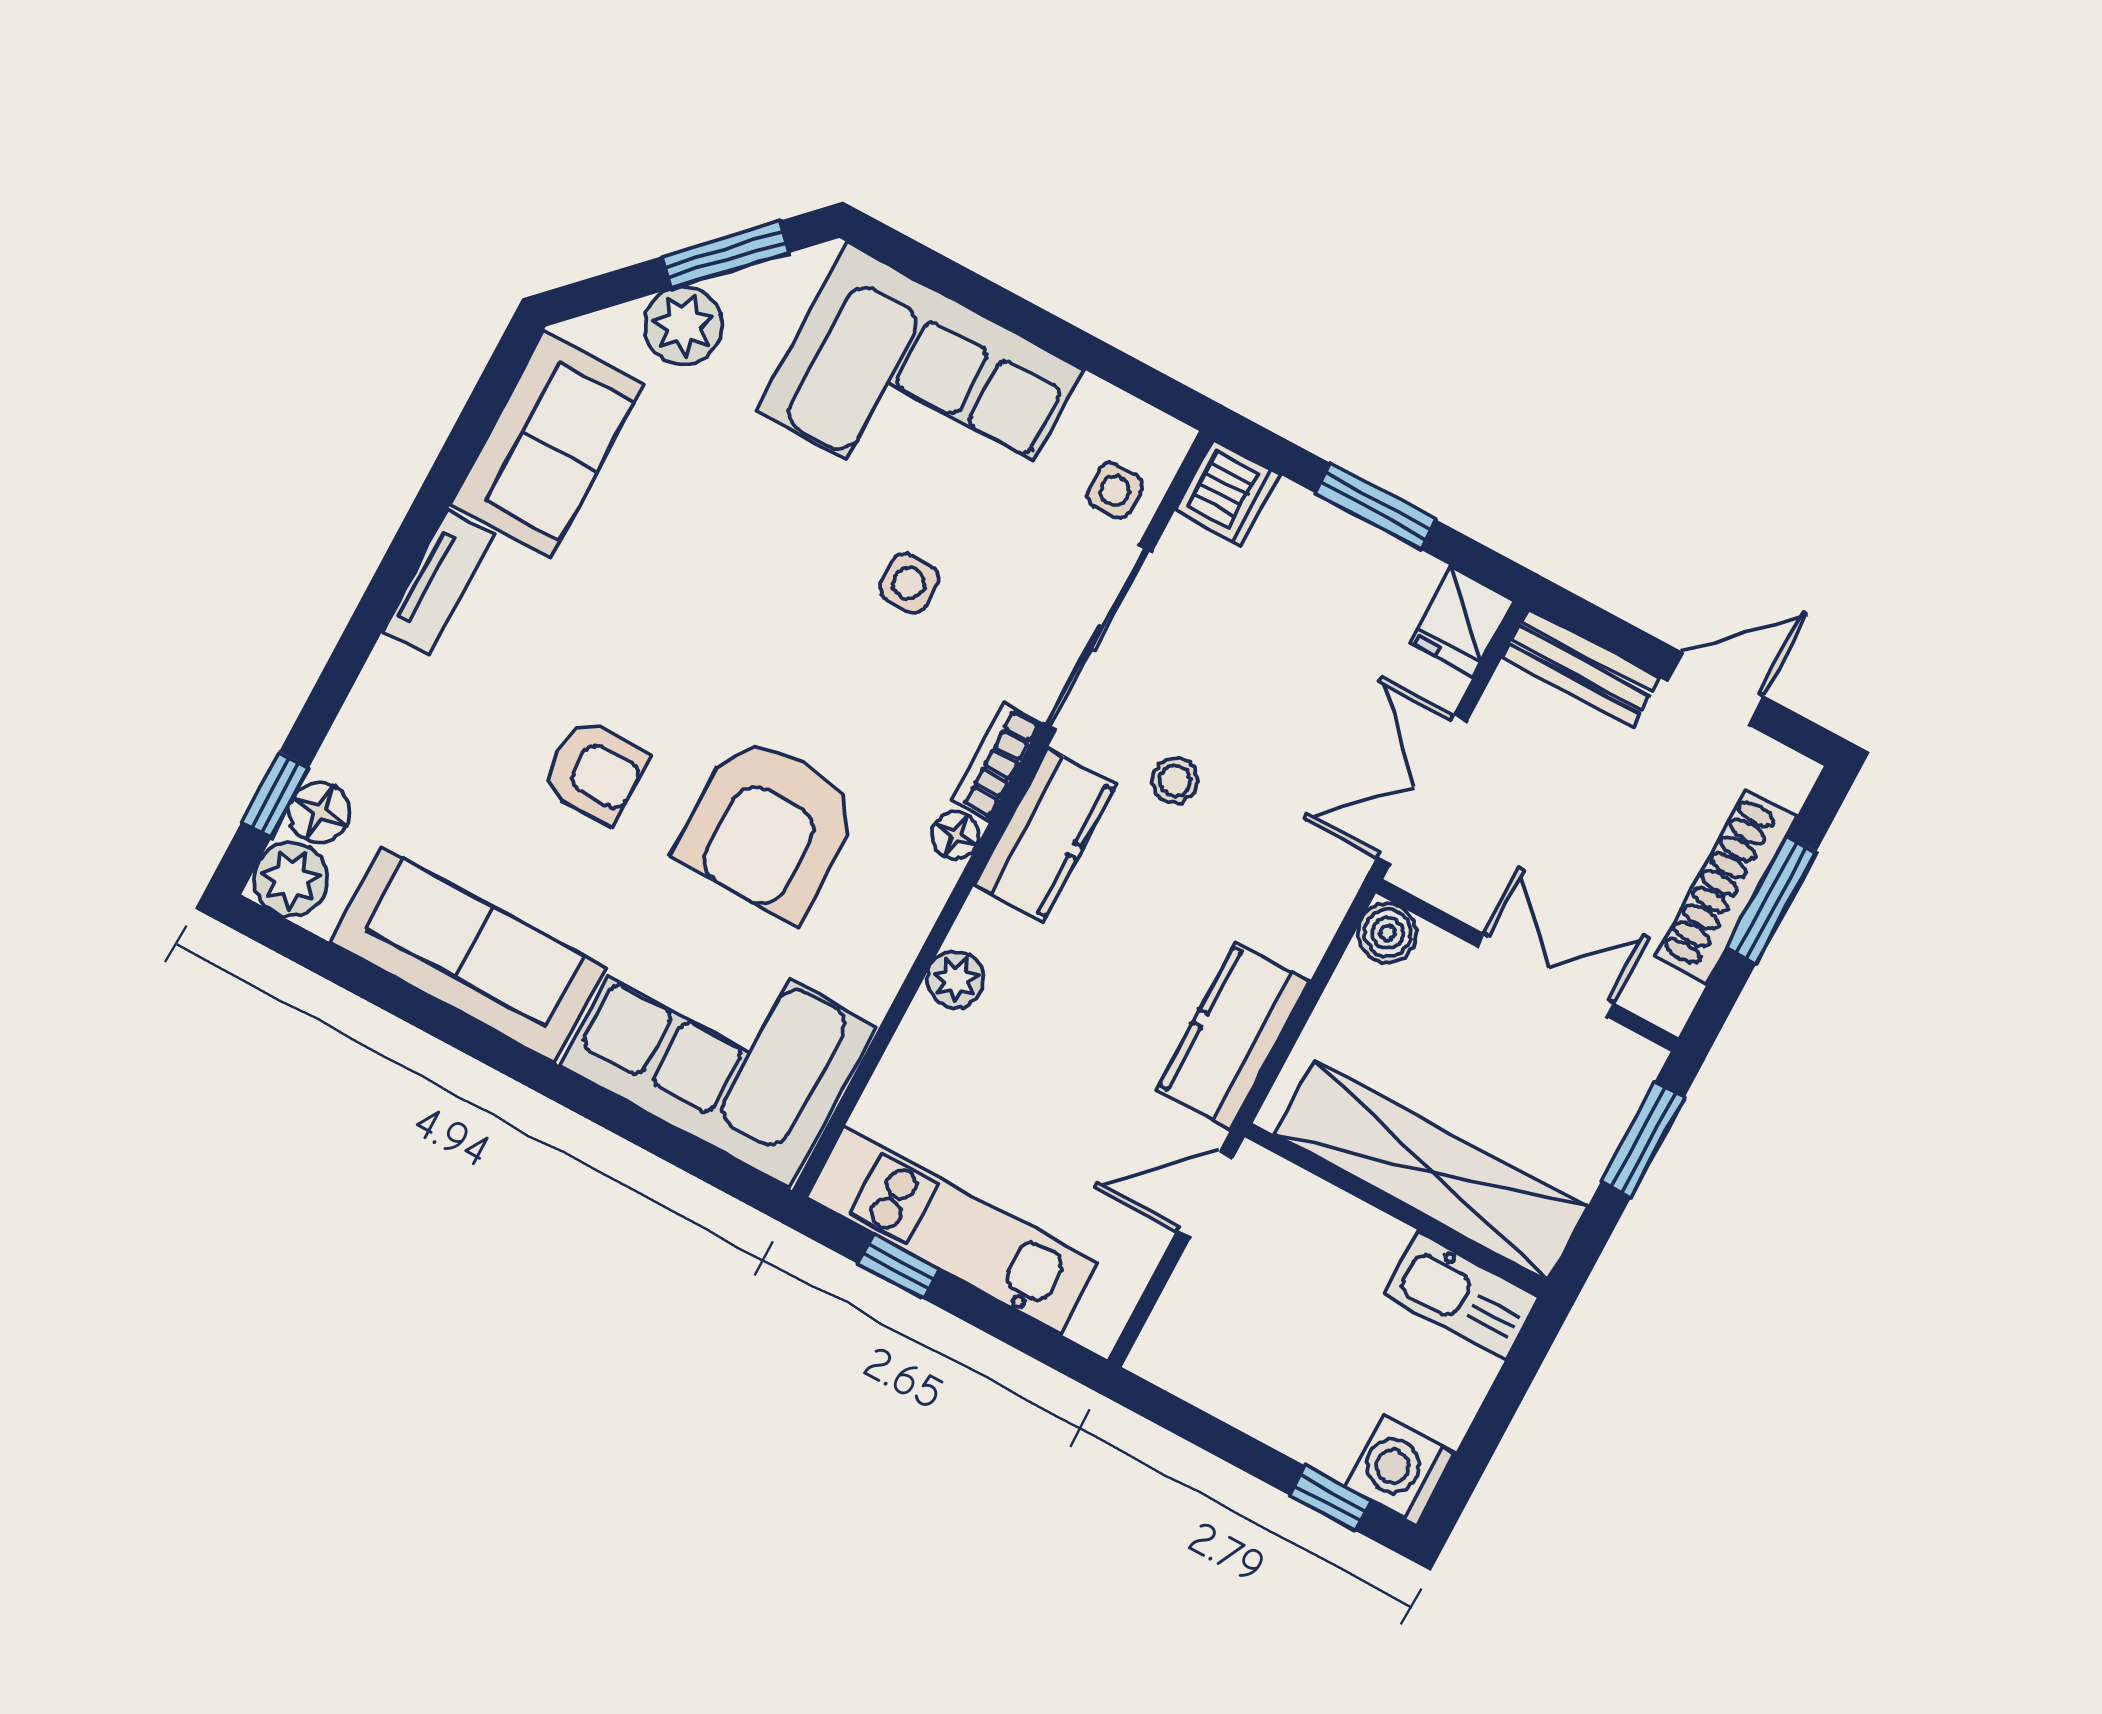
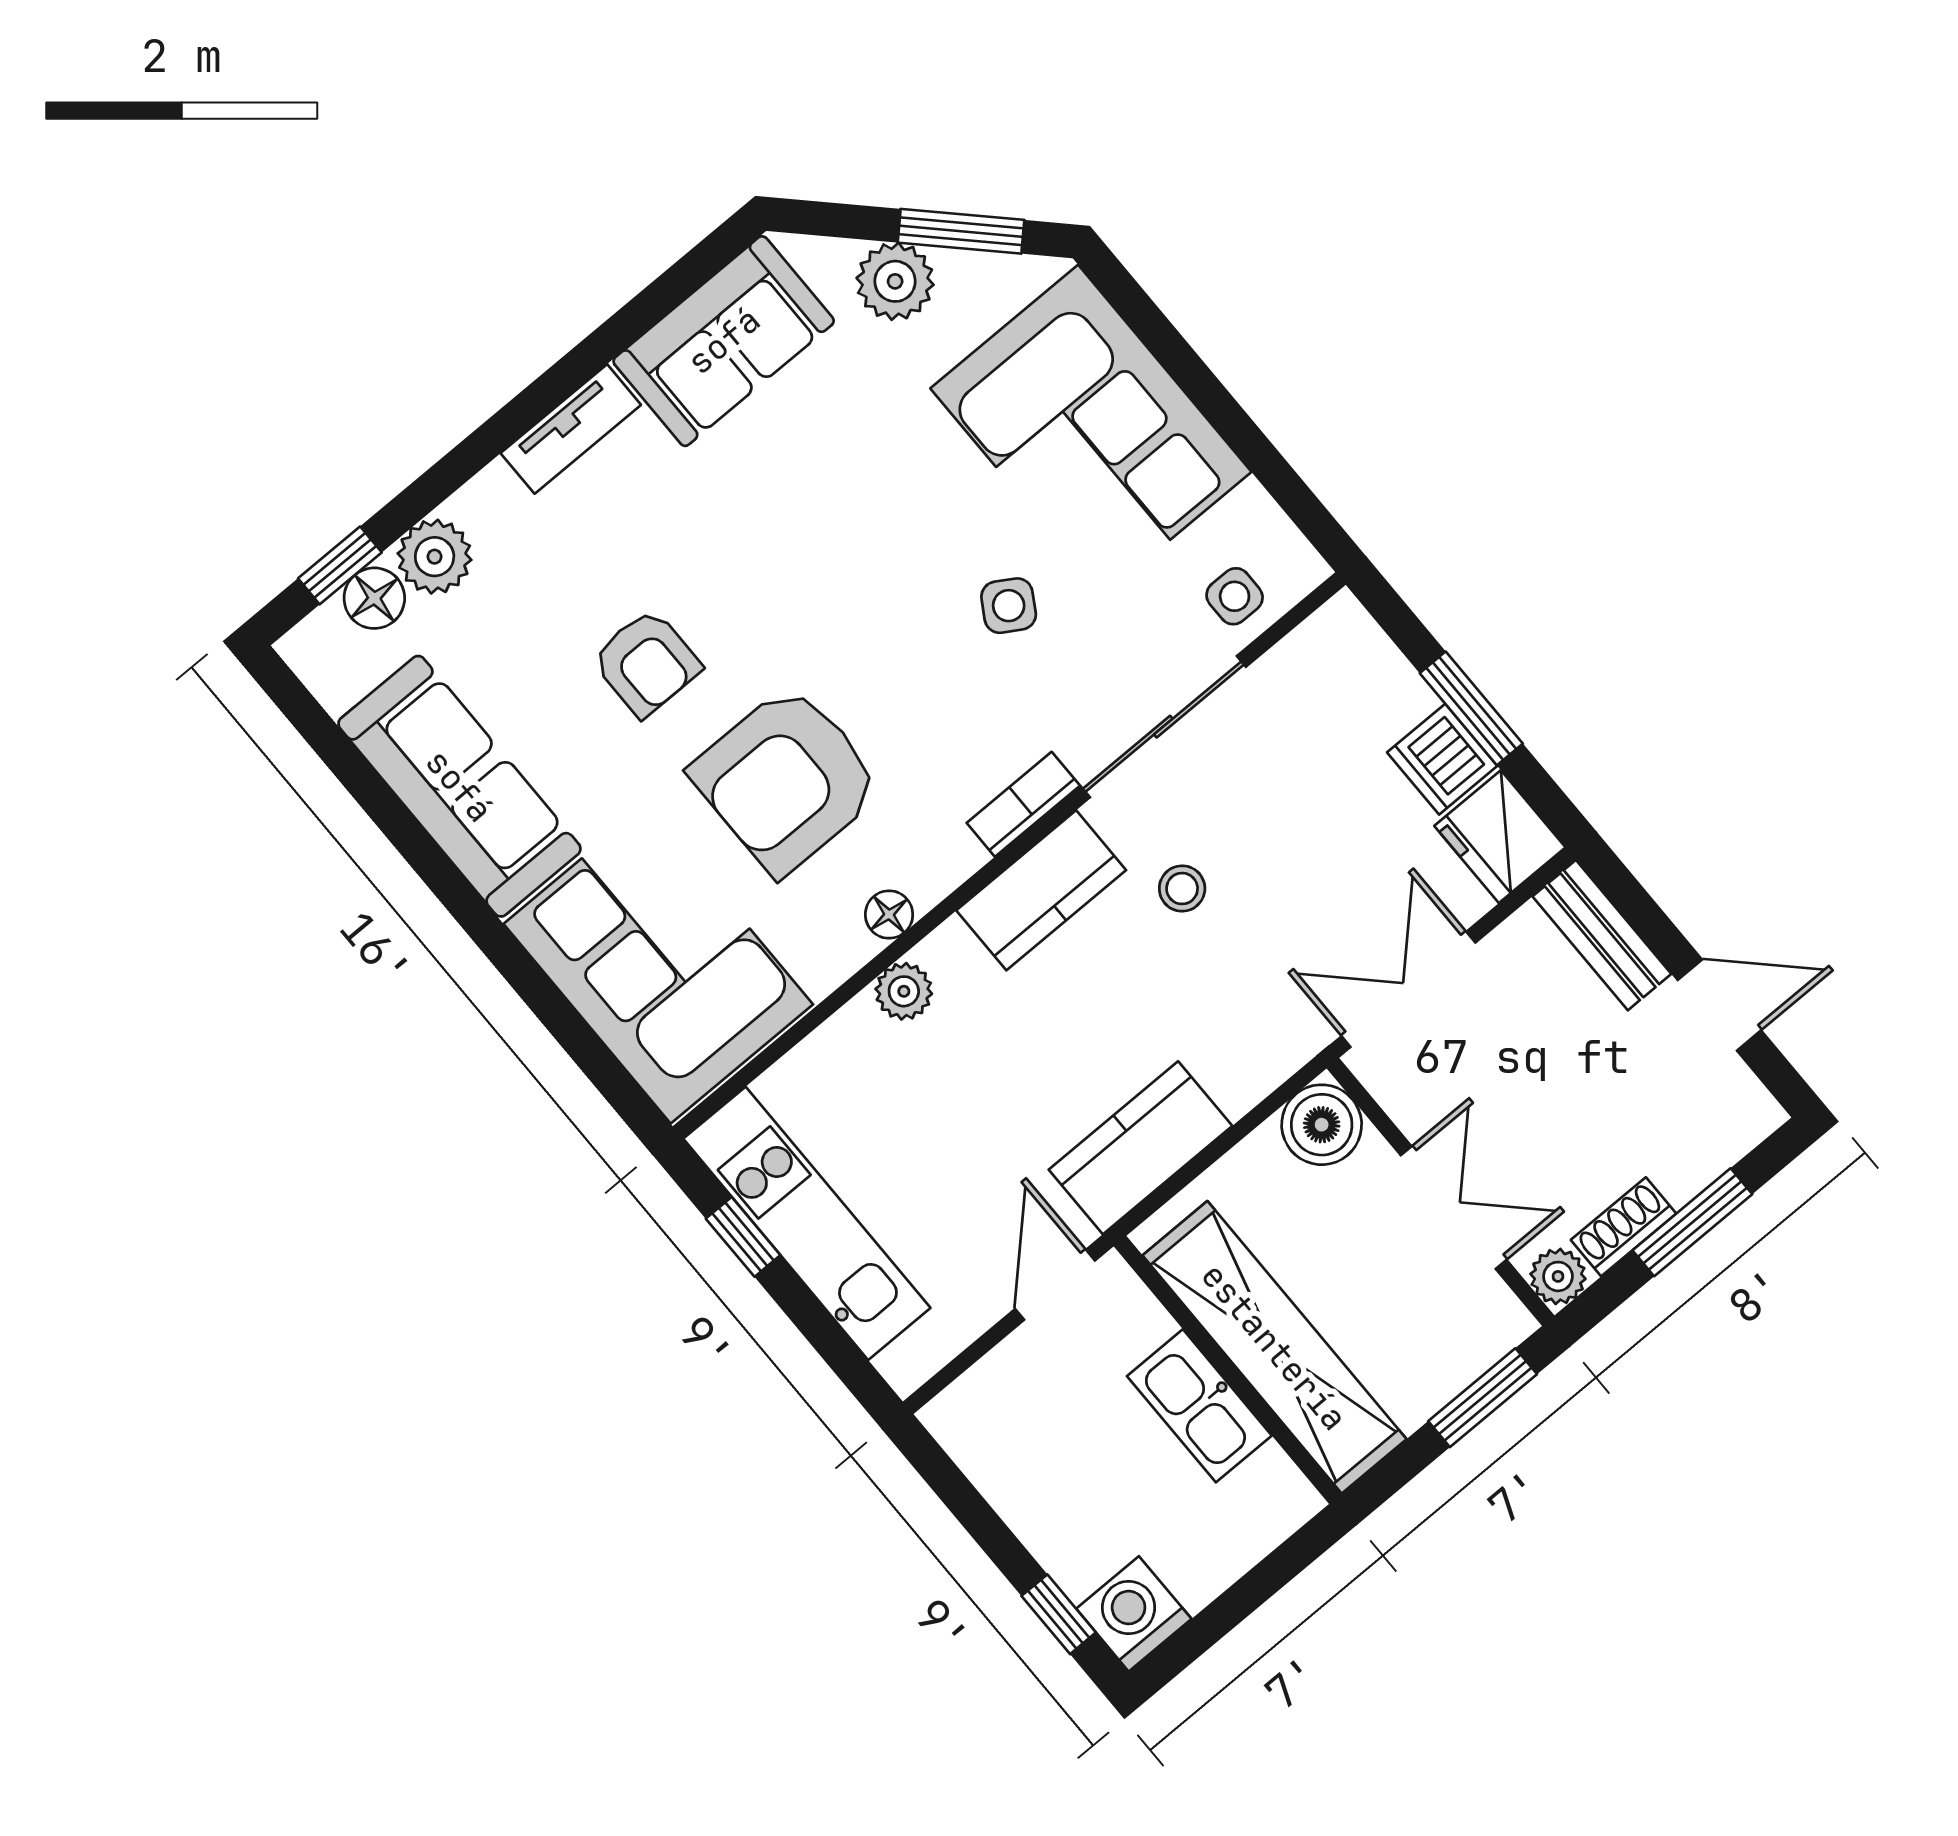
dishwasher: (1228, 492) -> (1442, 759), moved, turned 90
side table: (909, 583) -> (1009, 606), turned 31
fridge: (1462, 621) -> (1500, 837), width x1.38
floor lamp: (955, 835) -> (889, 915), moved
plant: (291, 880) -> (435, 557), moved
shoe rack: (1726, 886) -> (1623, 1227), width x0.51, depth x0.81
boiler: (1388, 933) -> (1322, 1125), width x1.36, depth x1.36
plant: (1667, 1000) -> (1558, 1276), added
door: (1205, 1195) -> (1055, 1285), hinge flipped
kitchen sink: (1462, 1295) -> (1199, 1406), moved

